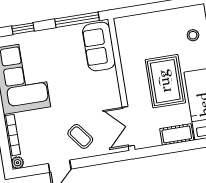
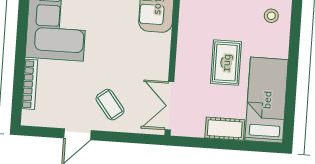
rug: (165, 81) -> (226, 63), width x0.73, depth x0.70
plant: (17, 163) -> (28, 118), removed

